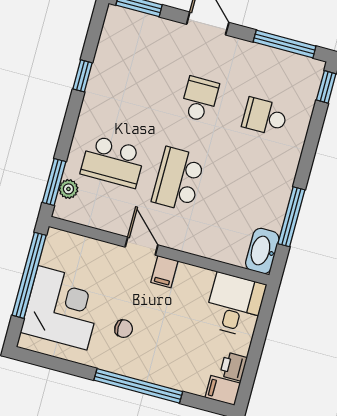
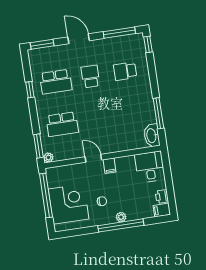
school desk: (178, 179) -> (56, 82), moved, turned -90
plant: (68, 189) -> (48, 157), moved
plant: (145, 371) -> (121, 217), added

